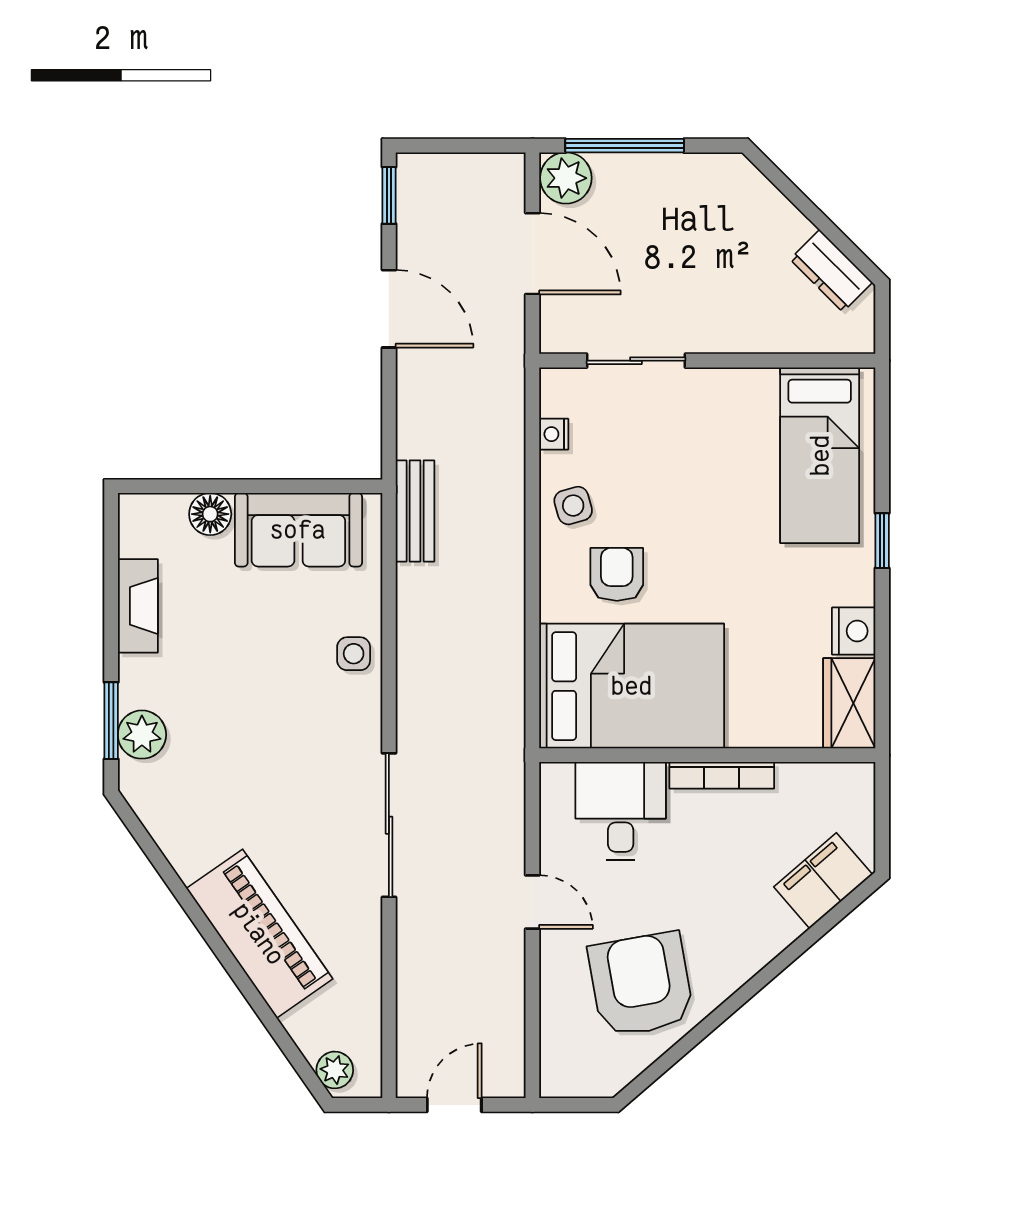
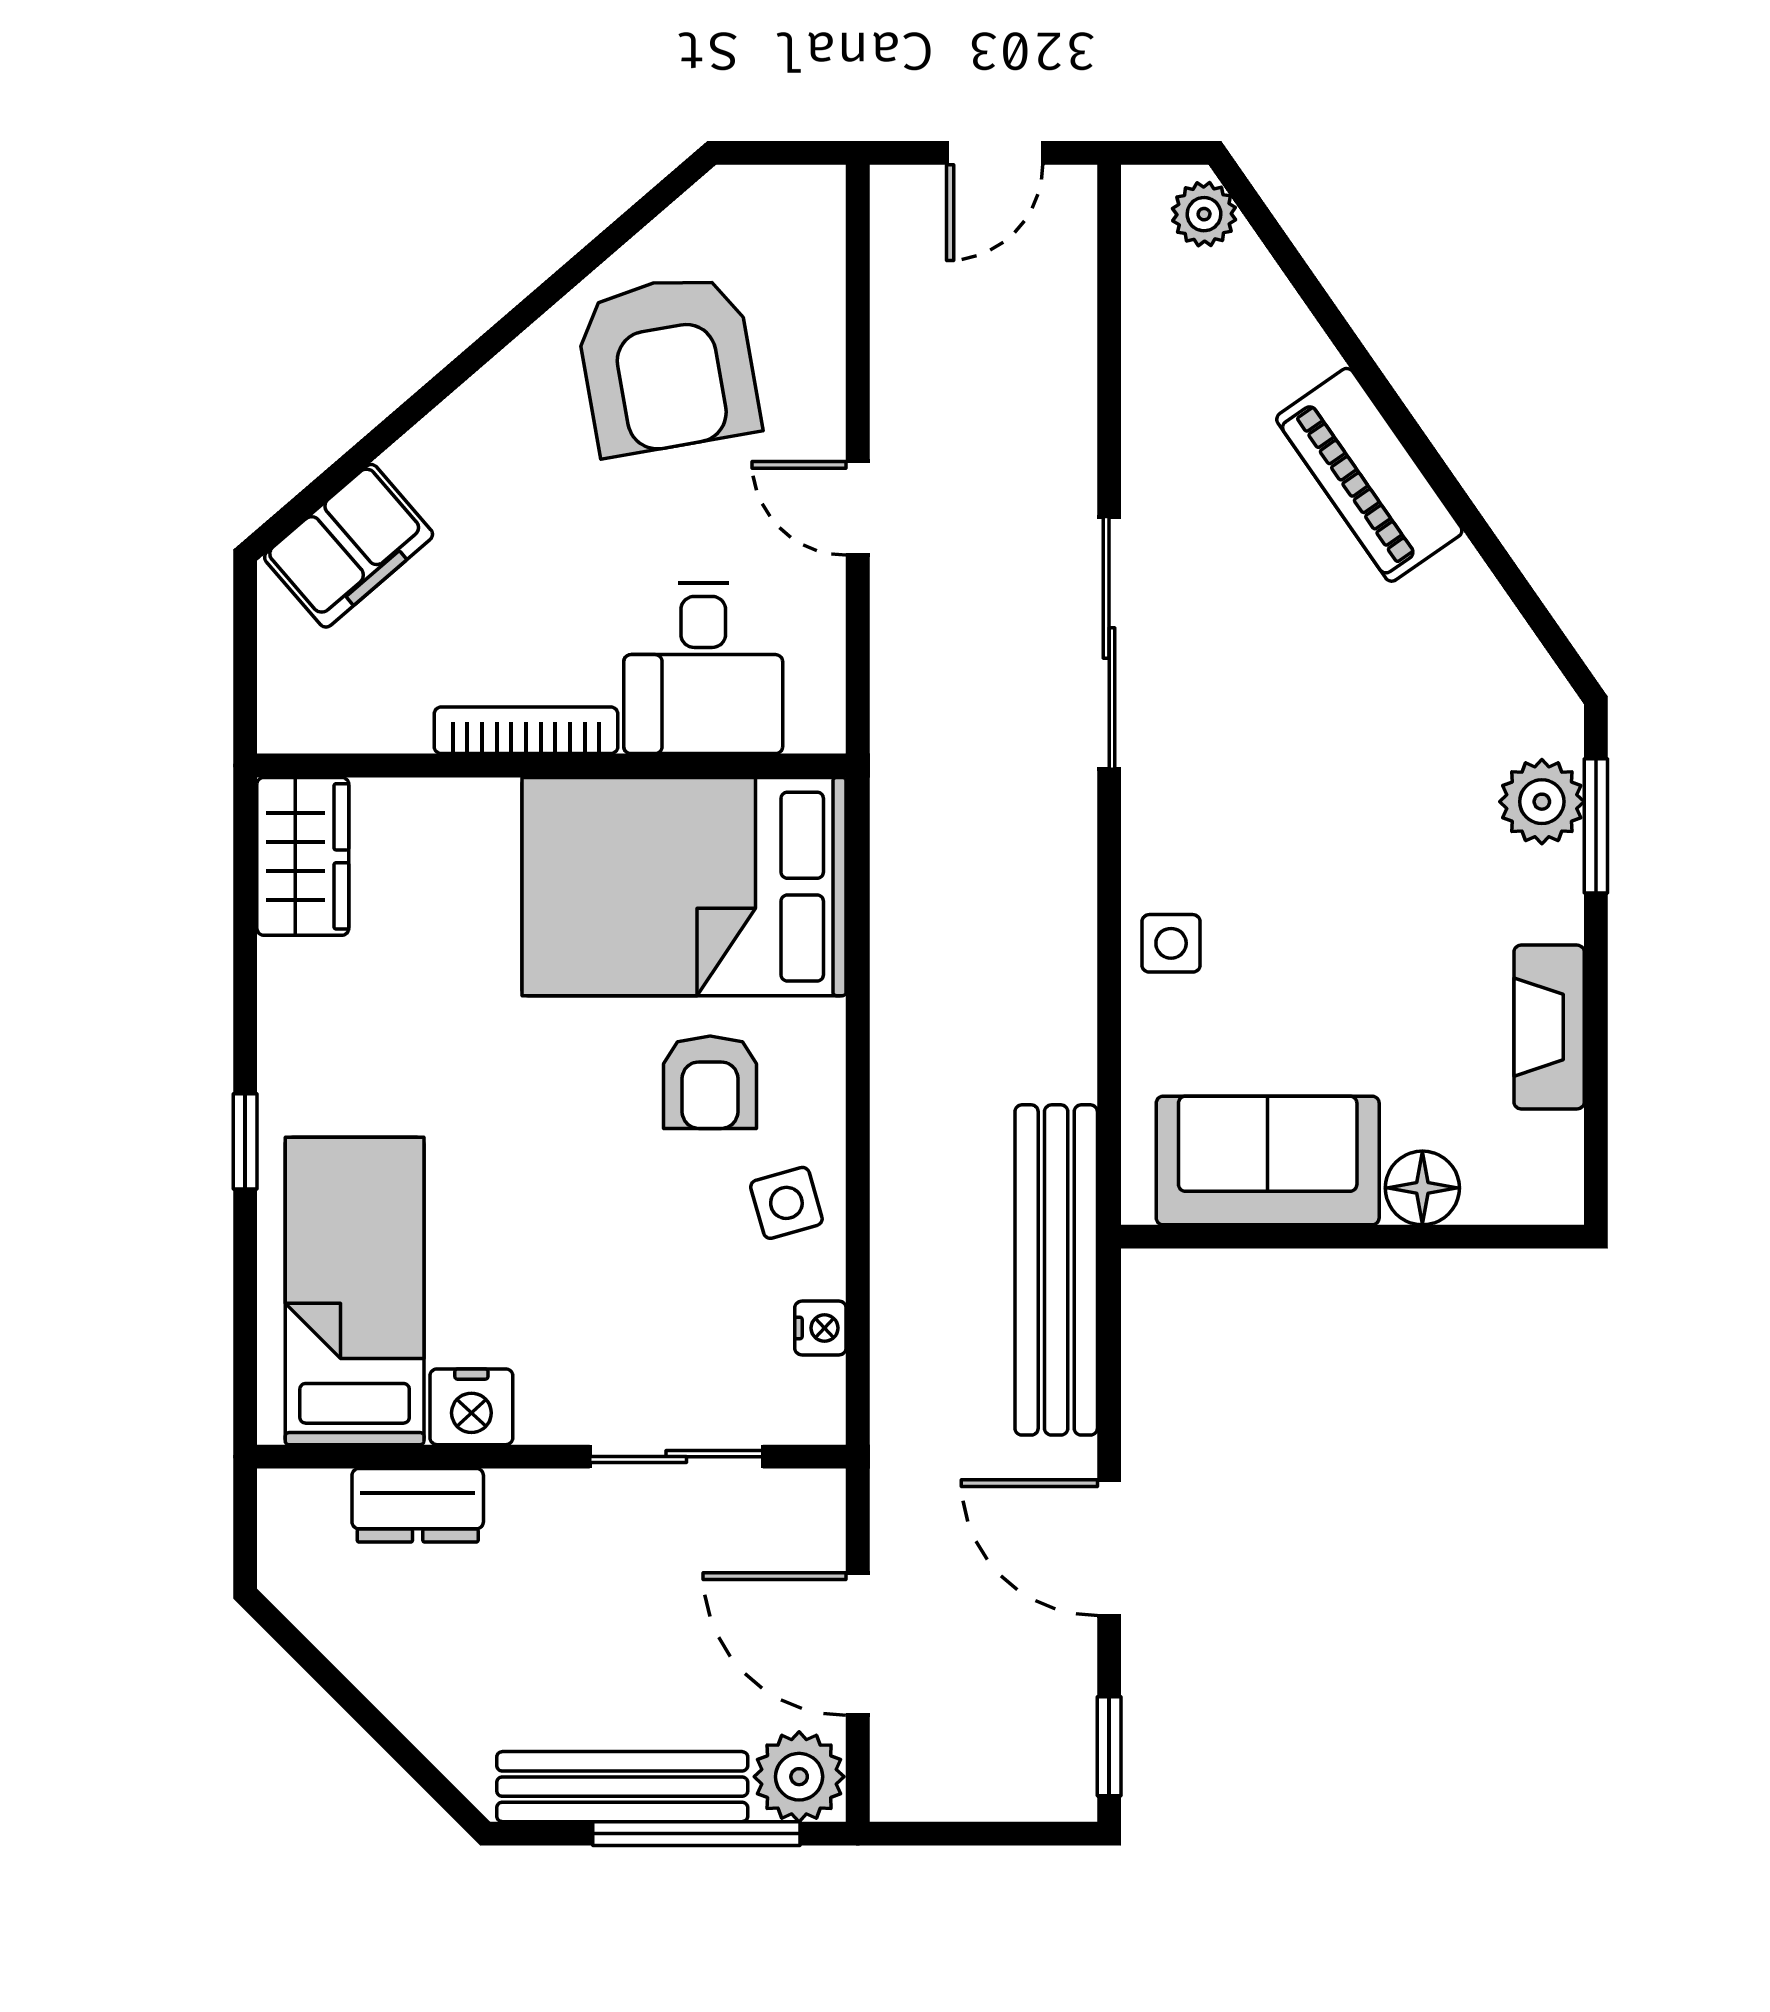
bench: (667, 172) -> (622, 1787), added
dresser: (831, 271) -> (418, 1505), moved, turned 135
bench: (415, 511) -> (1056, 1270), width x1.86, depth x1.21
nightstand: (854, 631) -> (471, 1407), moved, turned -90
piano: (259, 934) -> (1369, 475), width x0.73, depth x0.75

